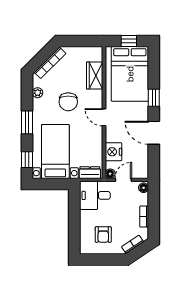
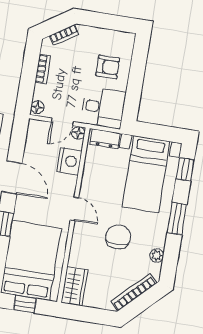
wardrobe: (95, 76) -> (74, 286), moved
armchair: (103, 235) -> (108, 67), moved, turned 90

